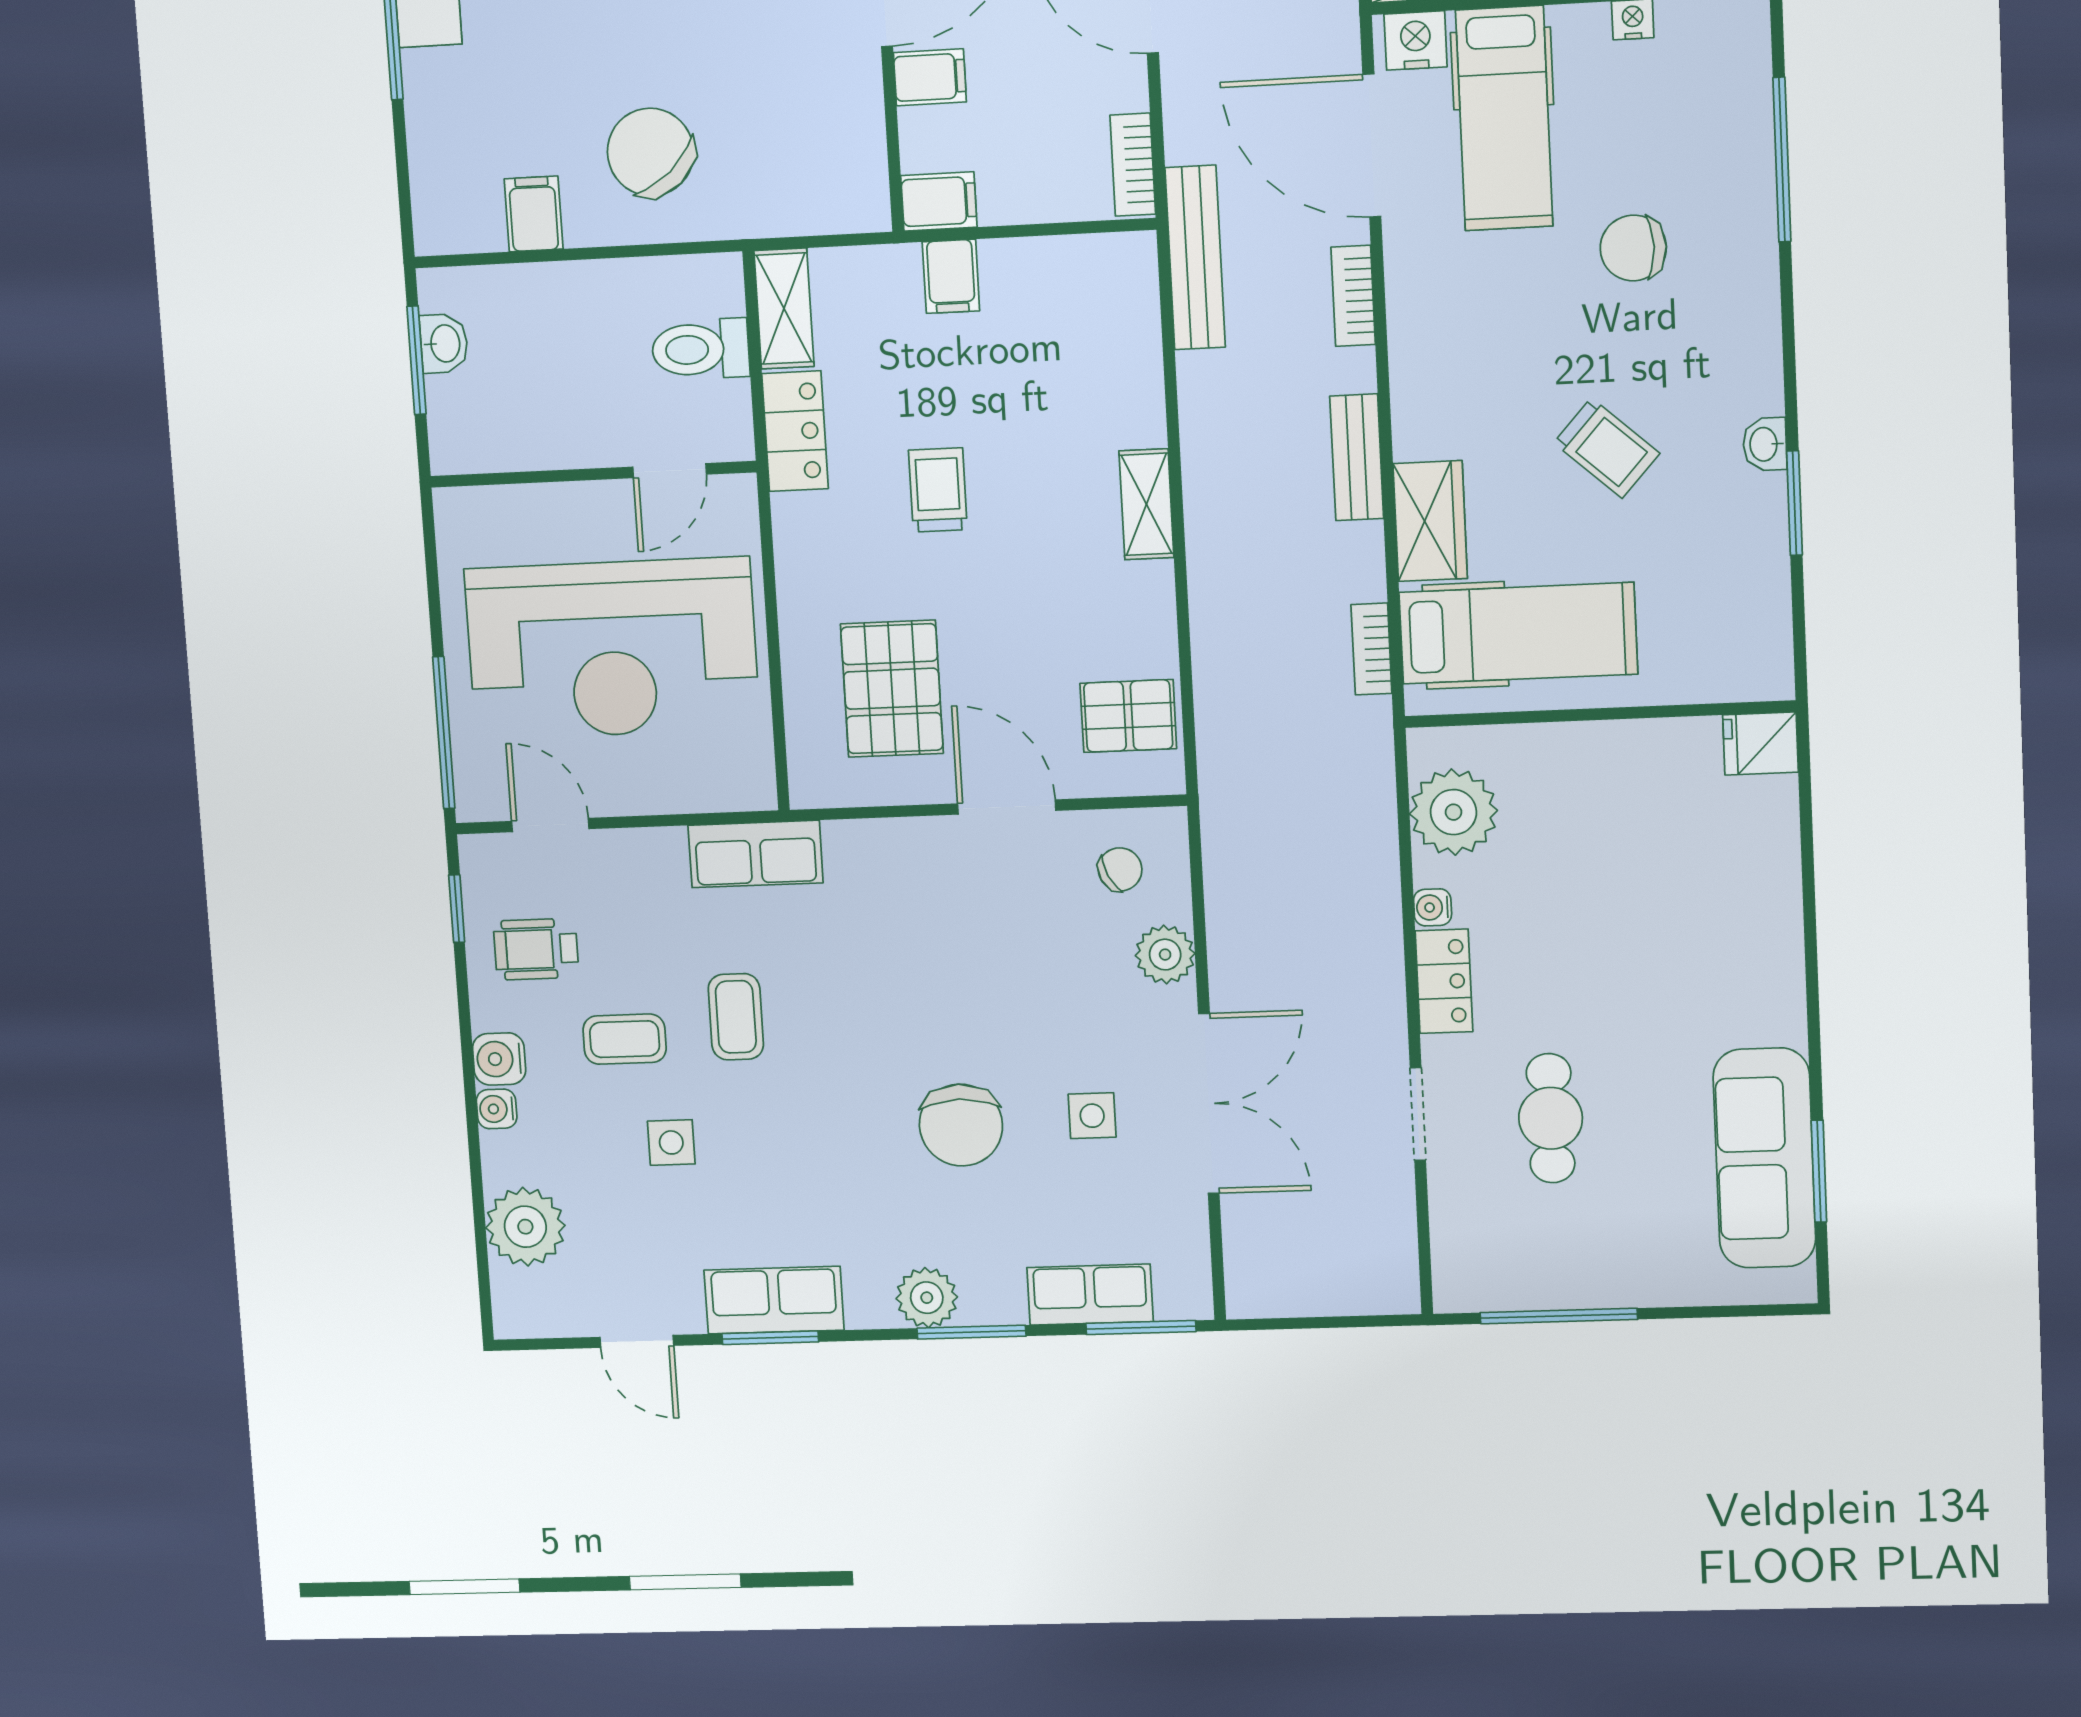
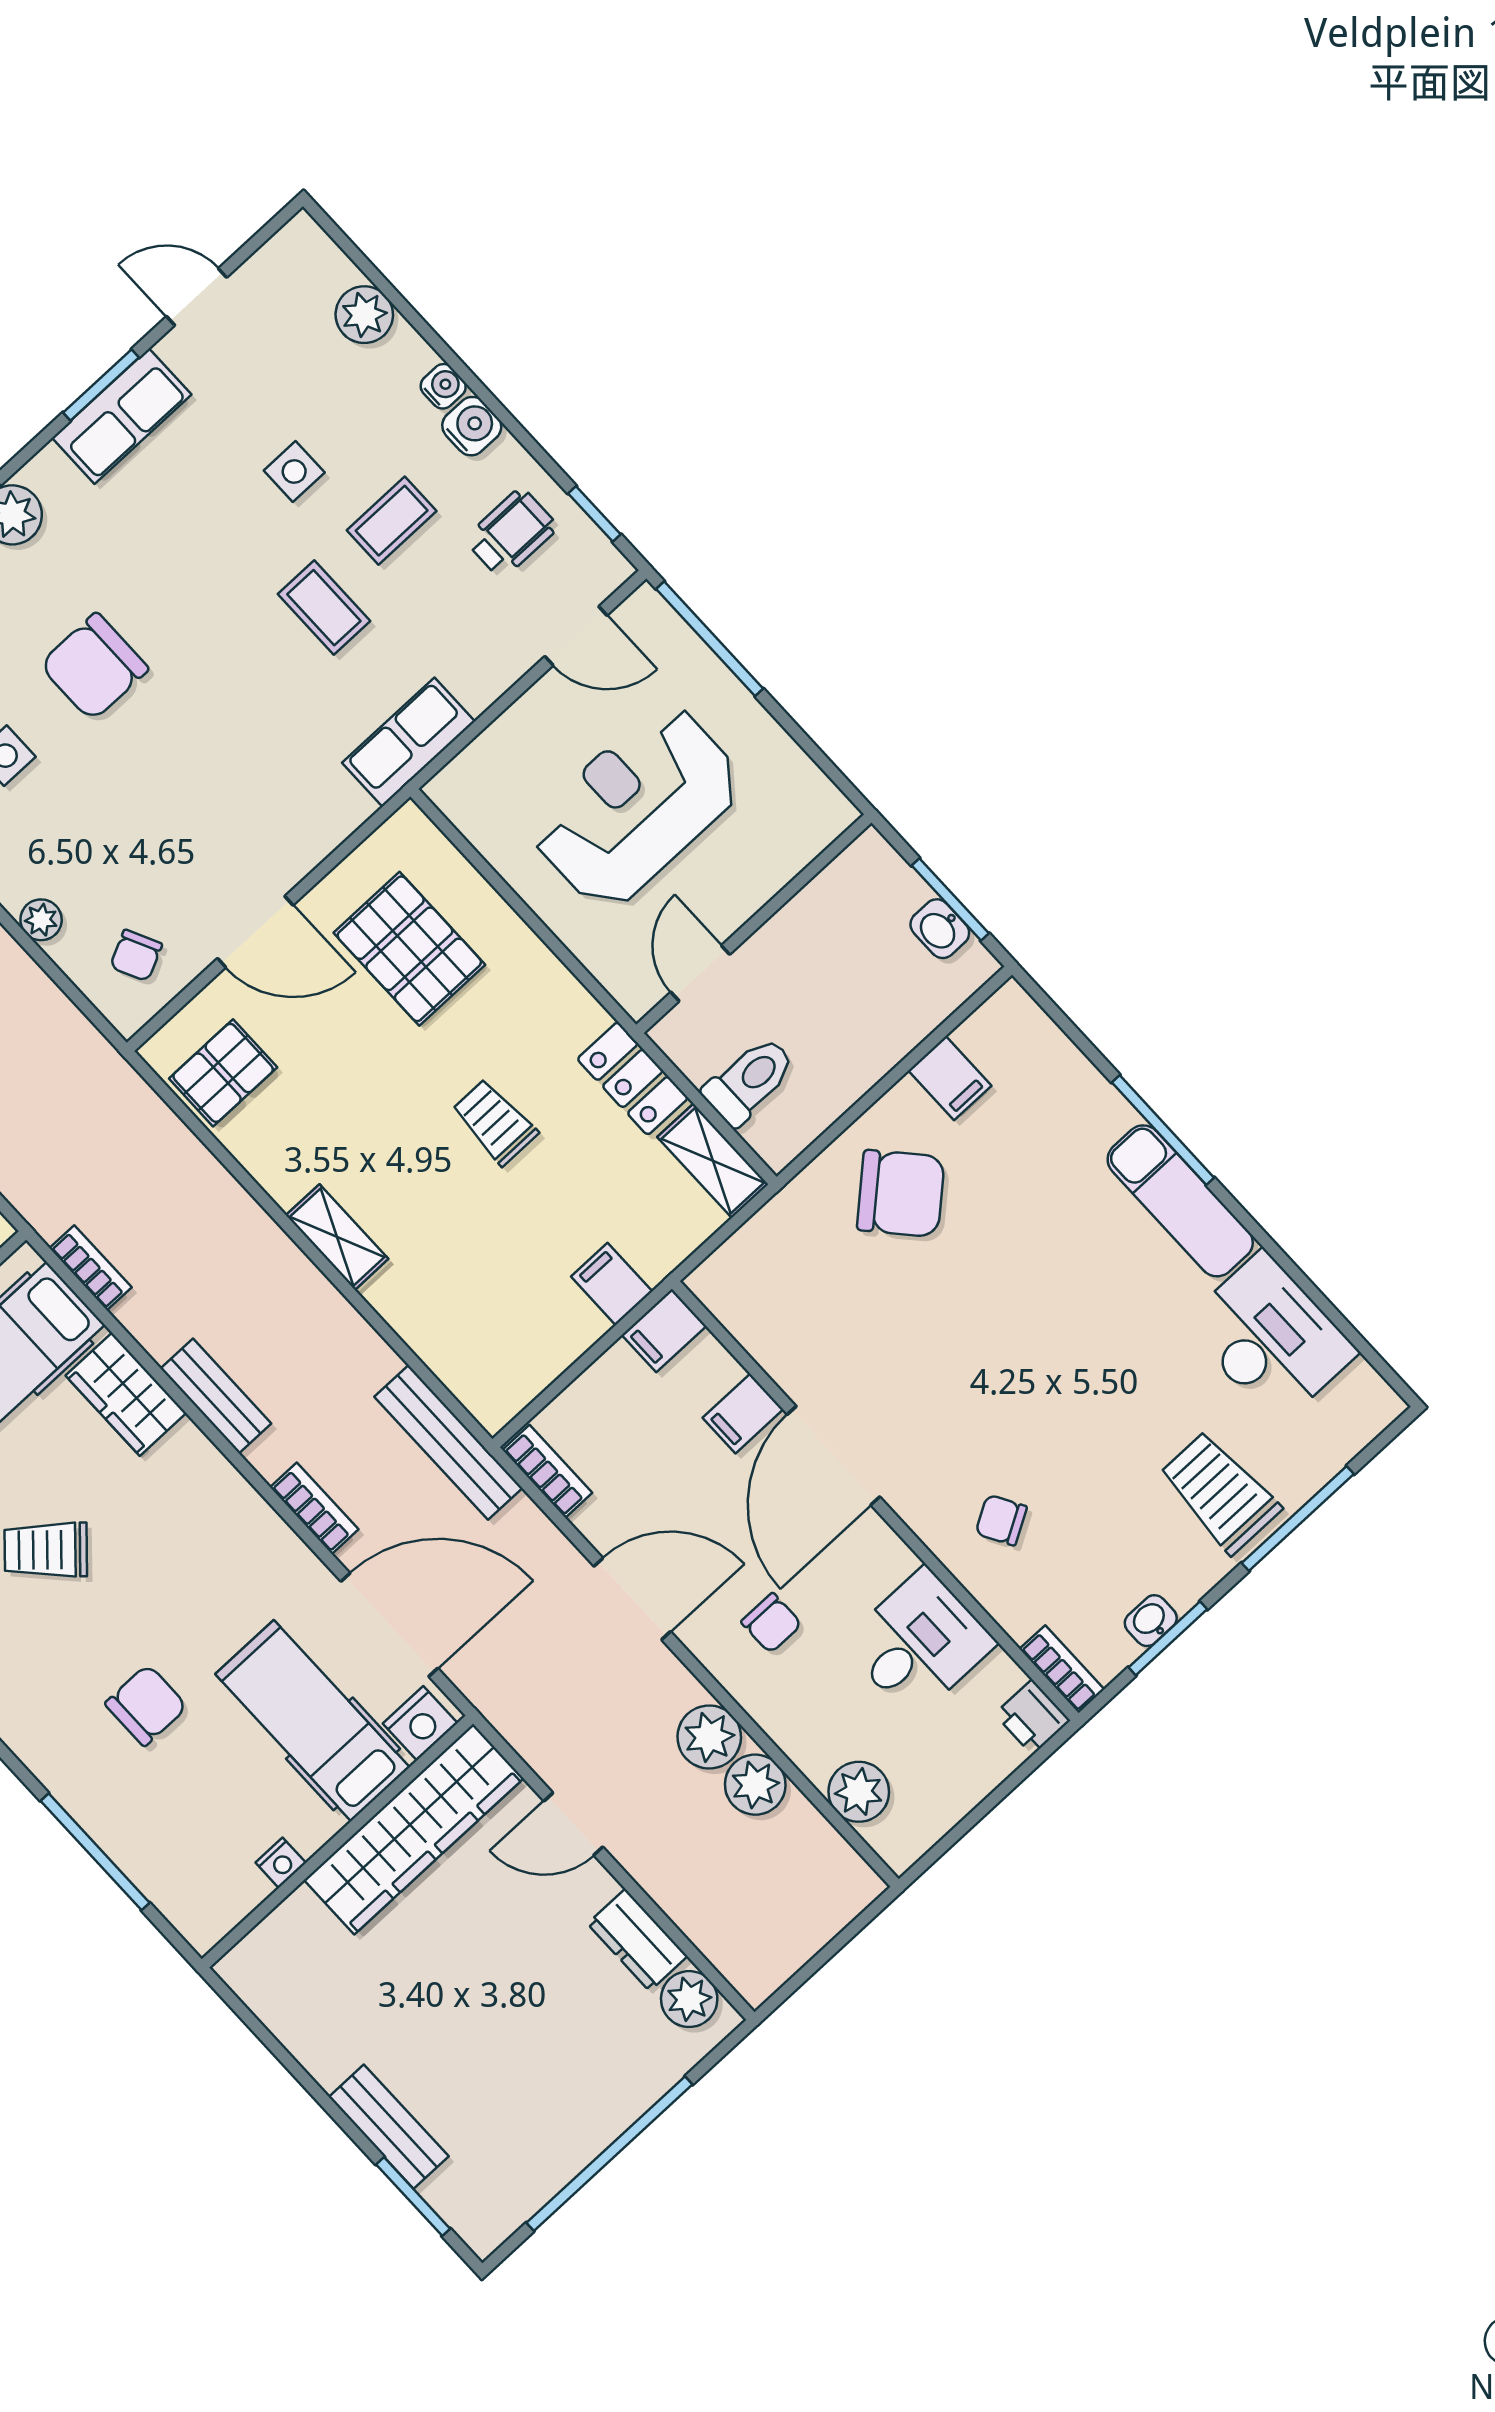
trolley: (938, 490) -> (495, 1122), turned 180
reception desk: (612, 649) -> (636, 806), width x0.74, depth x0.77
plant: (1165, 955) -> (41, 920), width x0.73, depth x0.73
chair: (961, 1125) -> (94, 667), turned -90
plant: (525, 1227) -> (364, 315), width x0.73, depth x0.73

